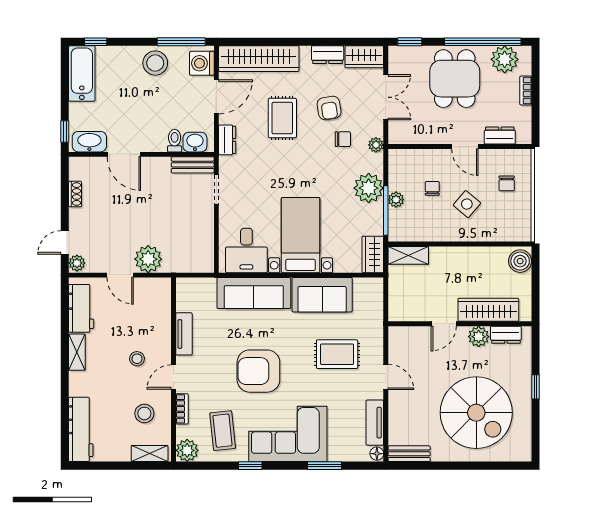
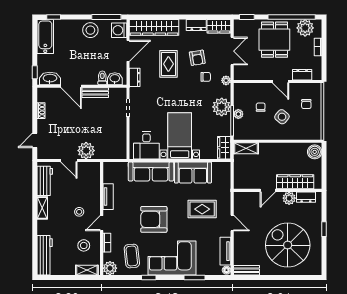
bench: (193, 165) -> (95, 93), moved
plant: (77, 263) -> (42, 153), removed
spiral stairs: (476, 413) -> (288, 245), turned 180

